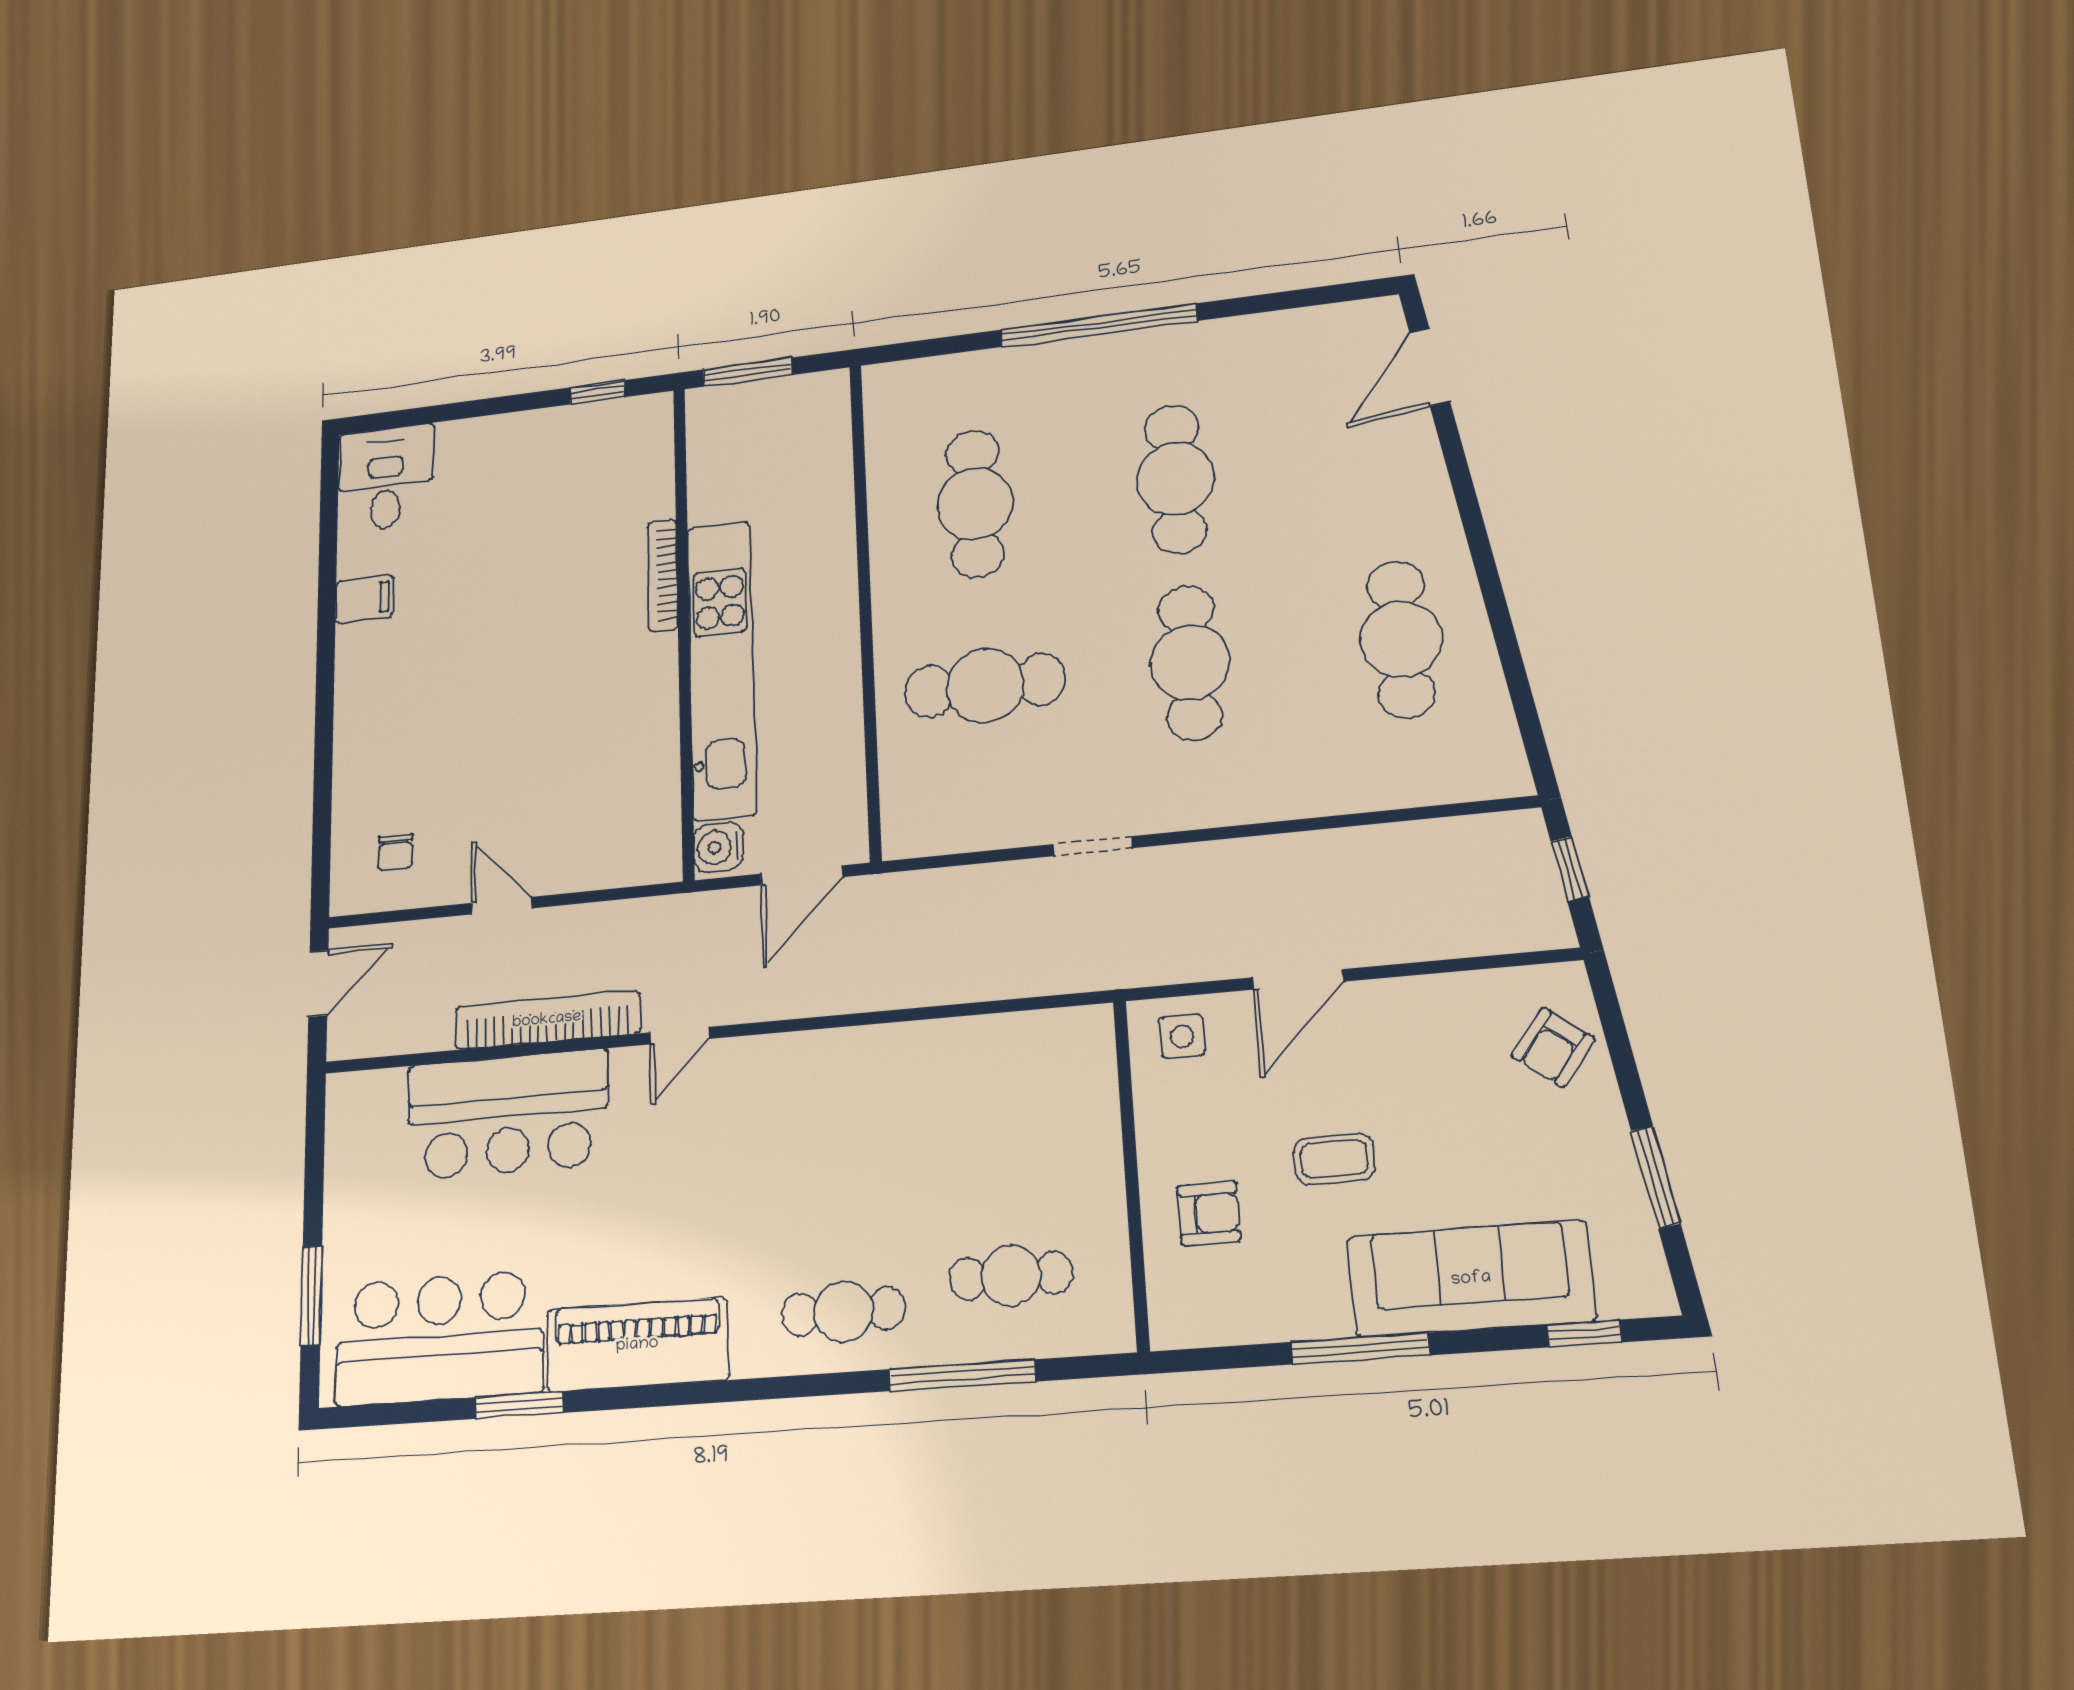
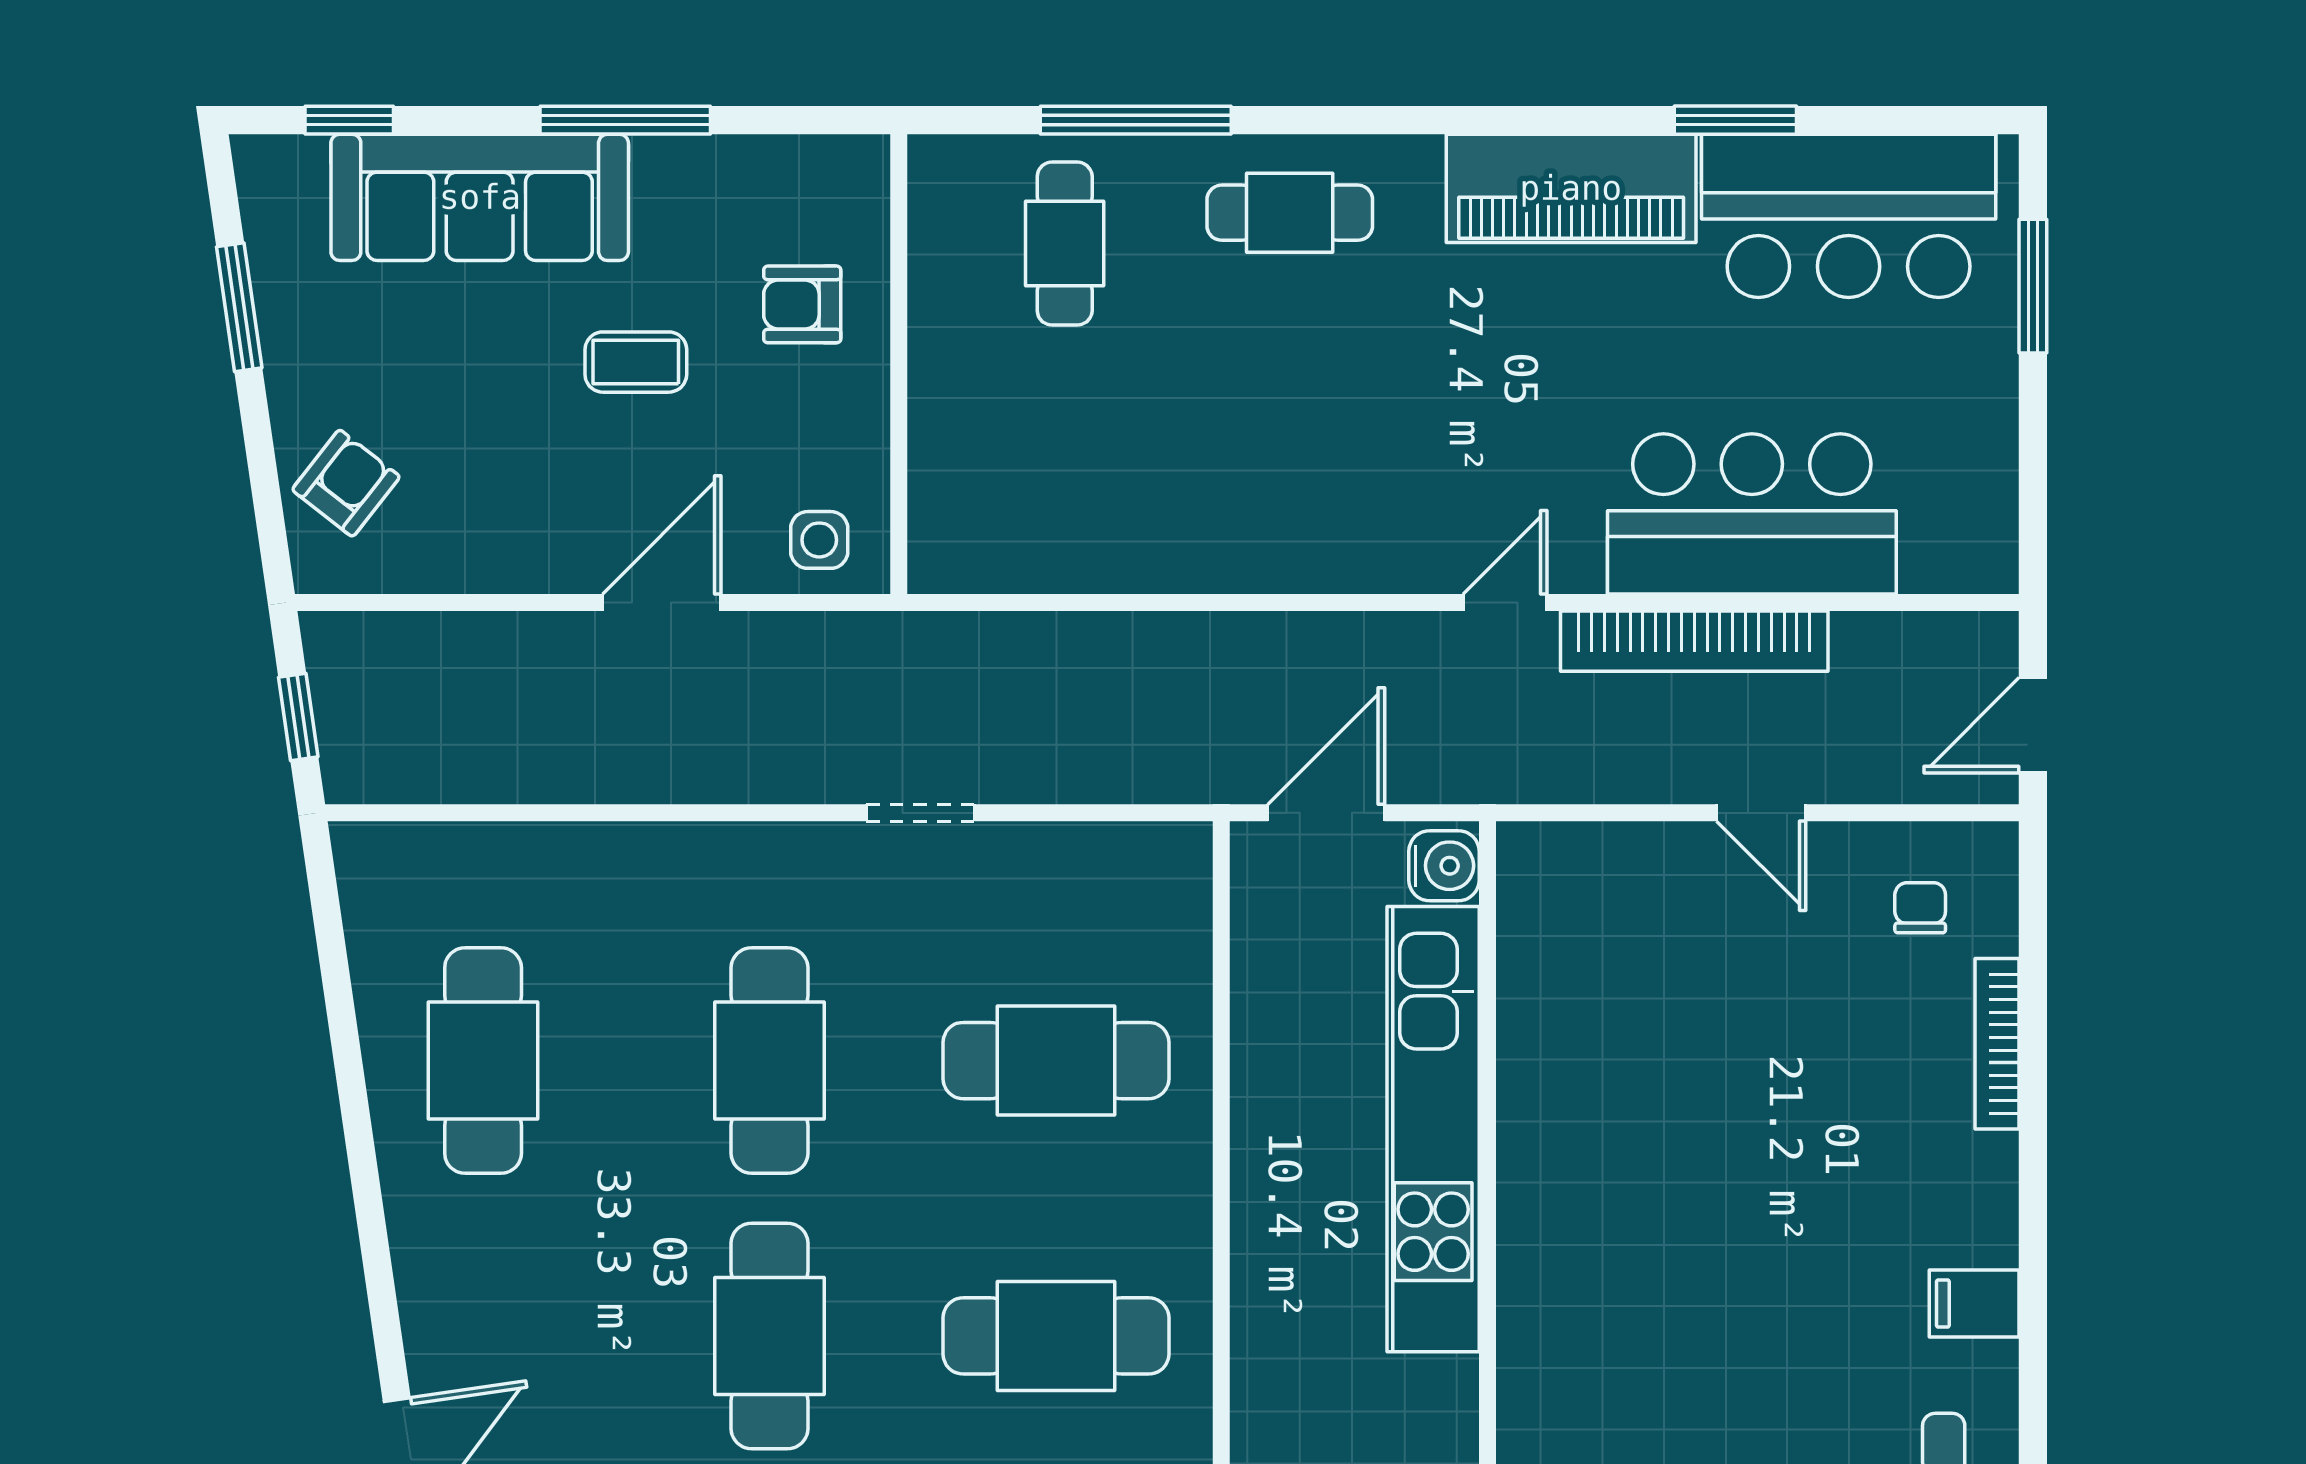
cafe table: (975, 504) -> (1056, 1336), turned 90
bookcase: (662, 576) -> (1997, 1044), moved, turned 180
cafe table: (1011, 1276) -> (1065, 244), turned 90

